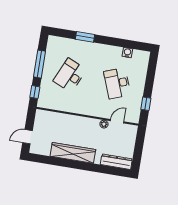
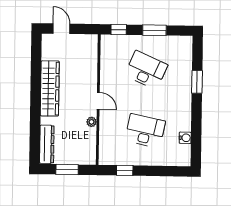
window: (40, 64) -> (154, 30), width x0.69
desk: (117, 83) -> (145, 131), turned 33
door: (117, 121) -> (98, 101), moved
window: (138, 149) -> (67, 170), added

